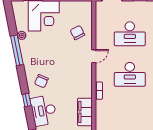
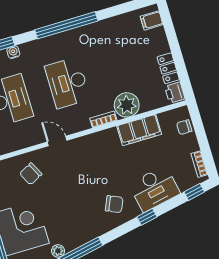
desk: (130, 74) -> (67, 83), turned 180
plant: (104, 109) -> (127, 105), added

